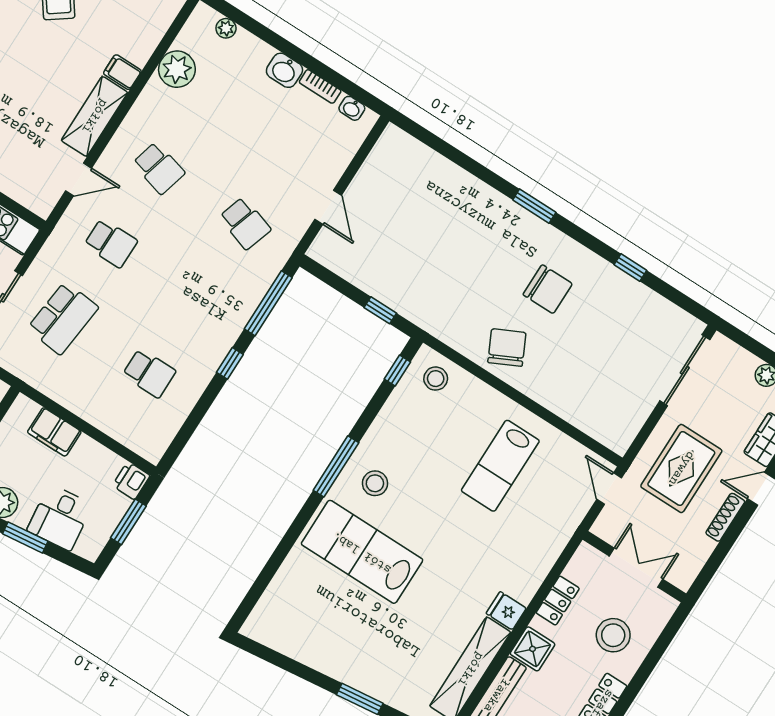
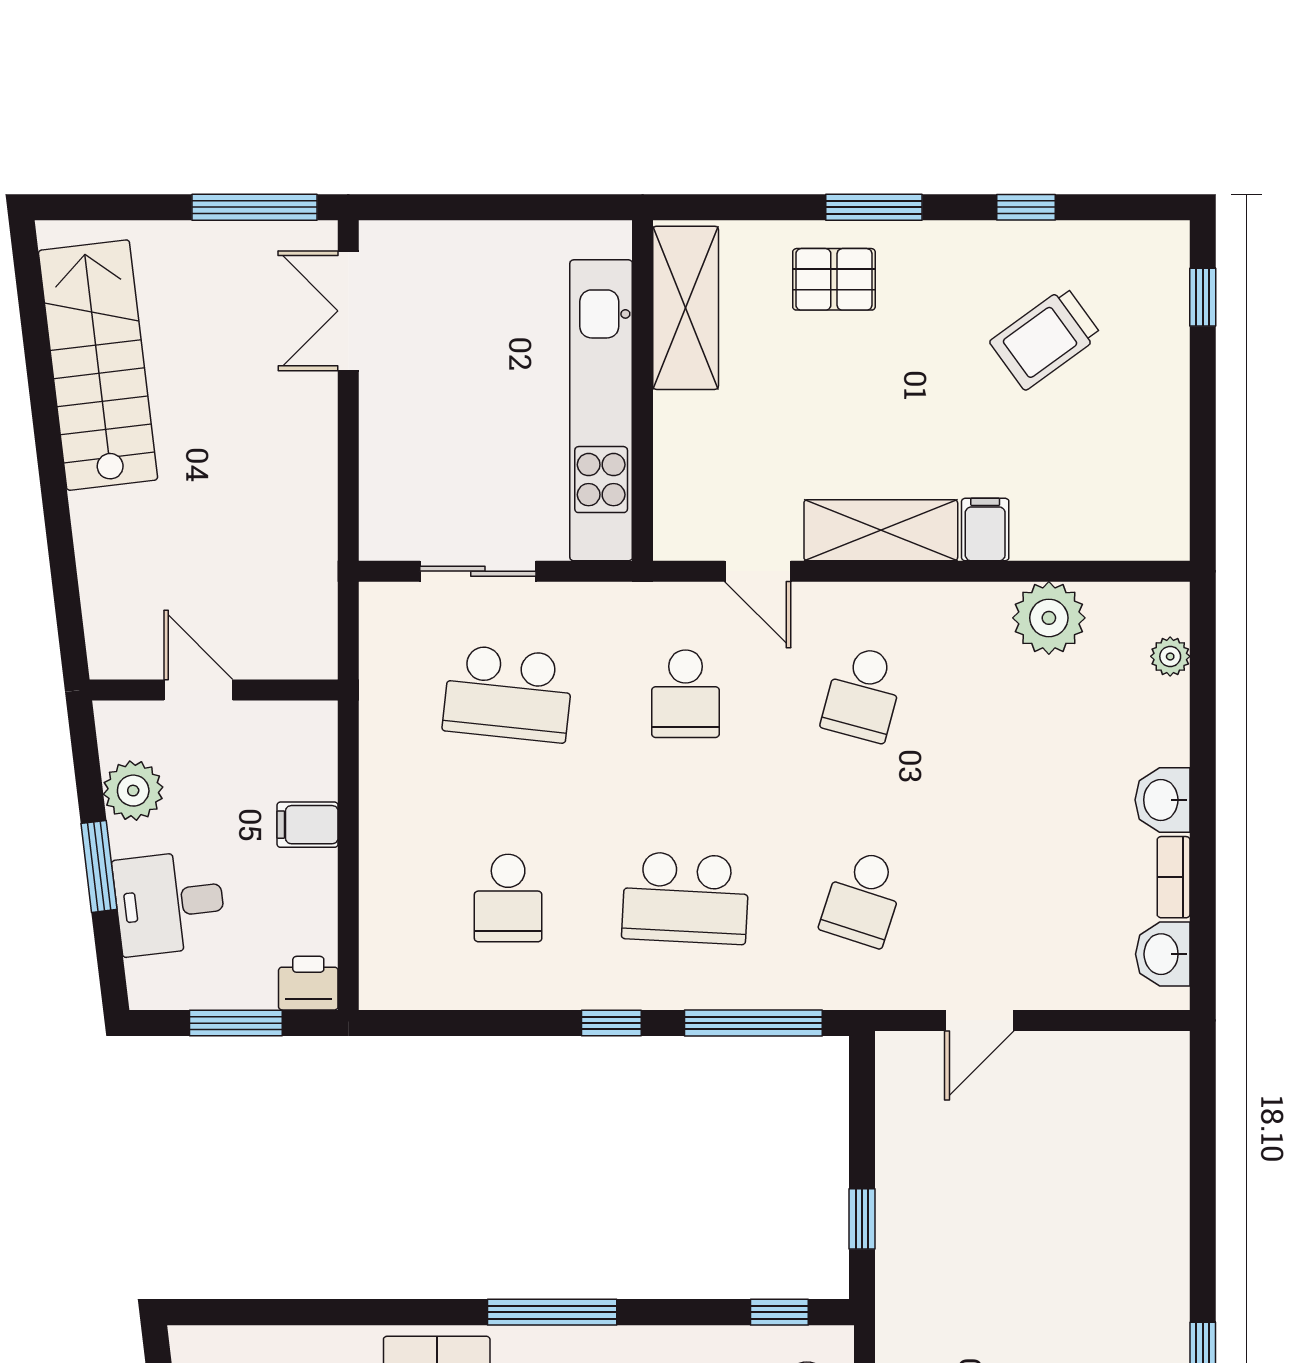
washbasin: (352, 108) -> (1163, 954), width x1.38, depth x1.45
school desk: (197, 298) -> (685, 898), added
filing cabinet: (54, 432) -> (308, 825), width x0.50

